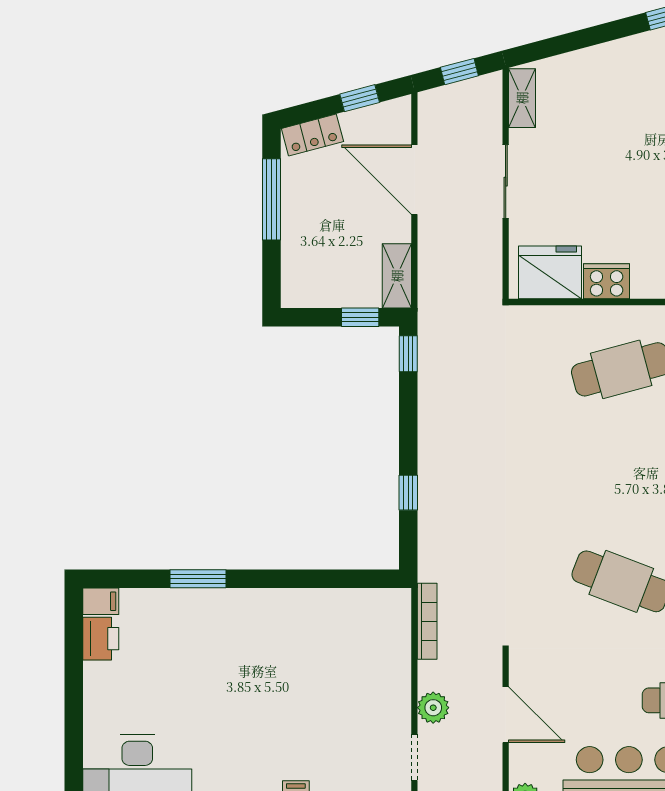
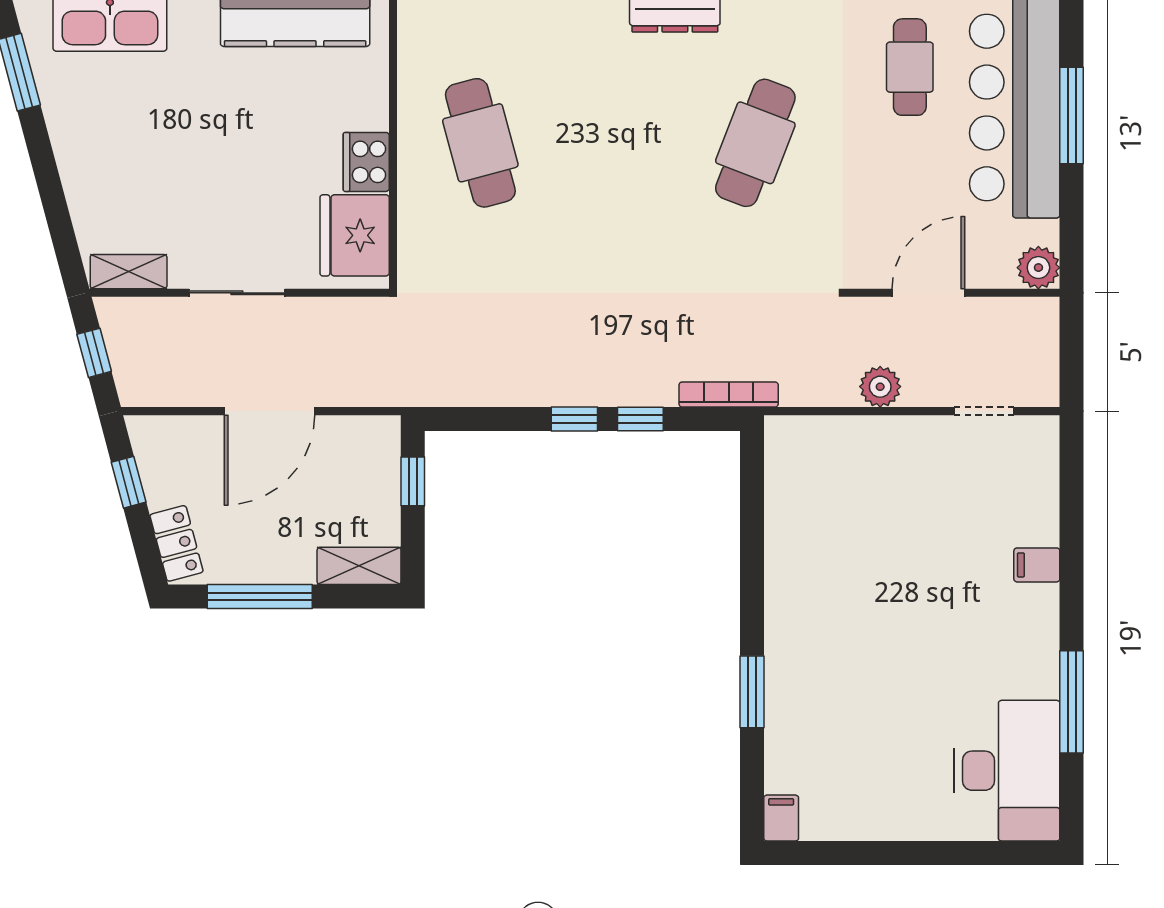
door: (414, 180) -> (269, 411), moved
shelving: (397, 276) -> (359, 566), moved
window: (408, 354) -> (574, 419), moved
bookcase: (427, 621) -> (729, 395), moved
printer: (101, 639) -> (830, 818), removed
plant: (433, 708) -> (880, 387), moved

